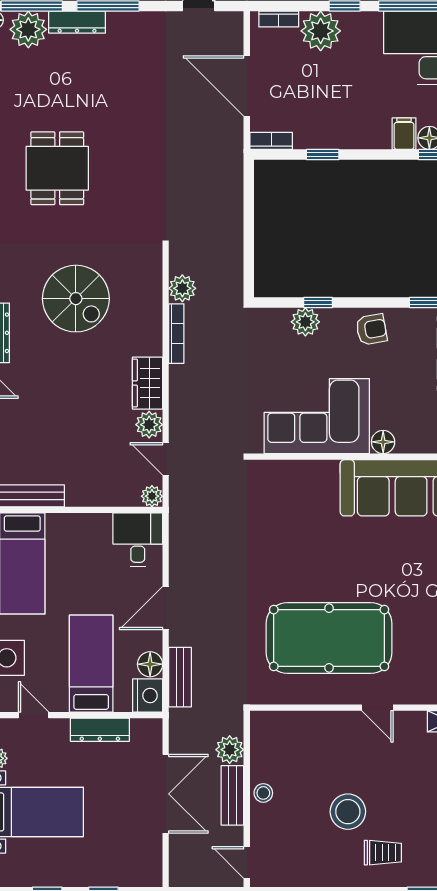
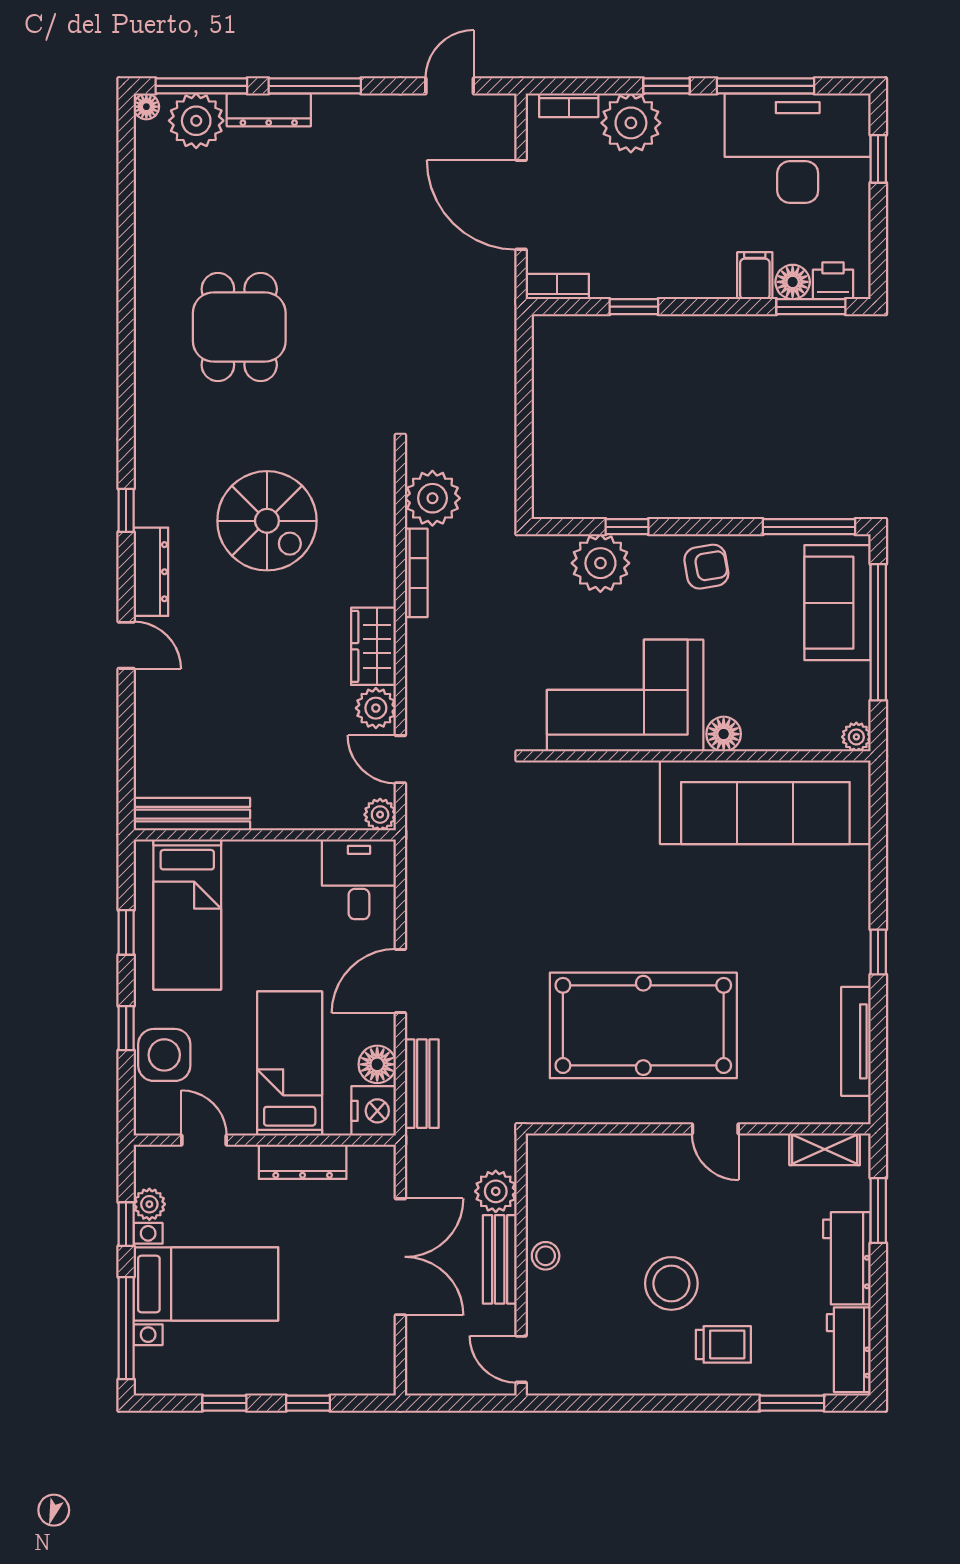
plant: (182, 288) -> (432, 498), width x1.36, depth x1.36
plant: (305, 322) -> (600, 563), width x1.36, depth x1.36

